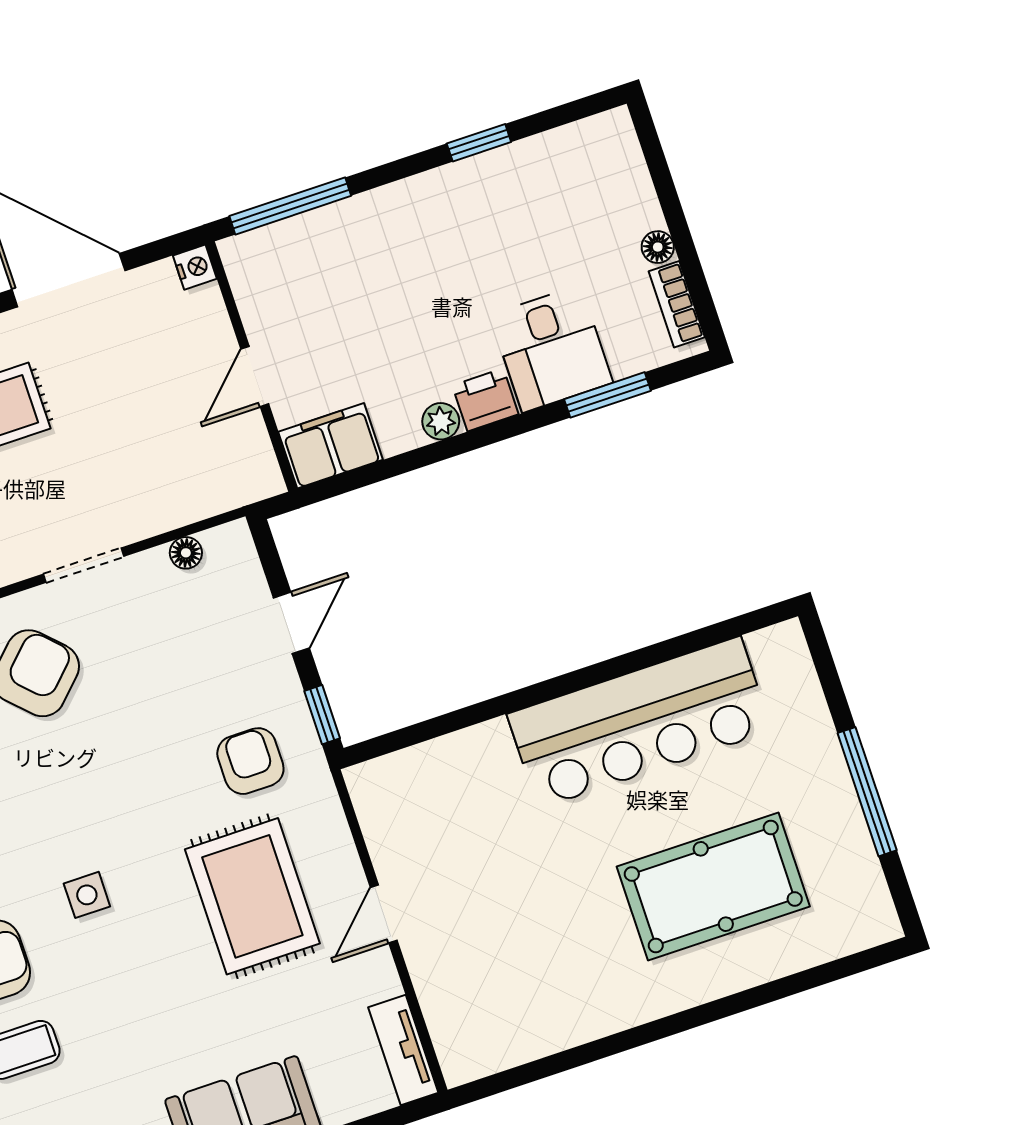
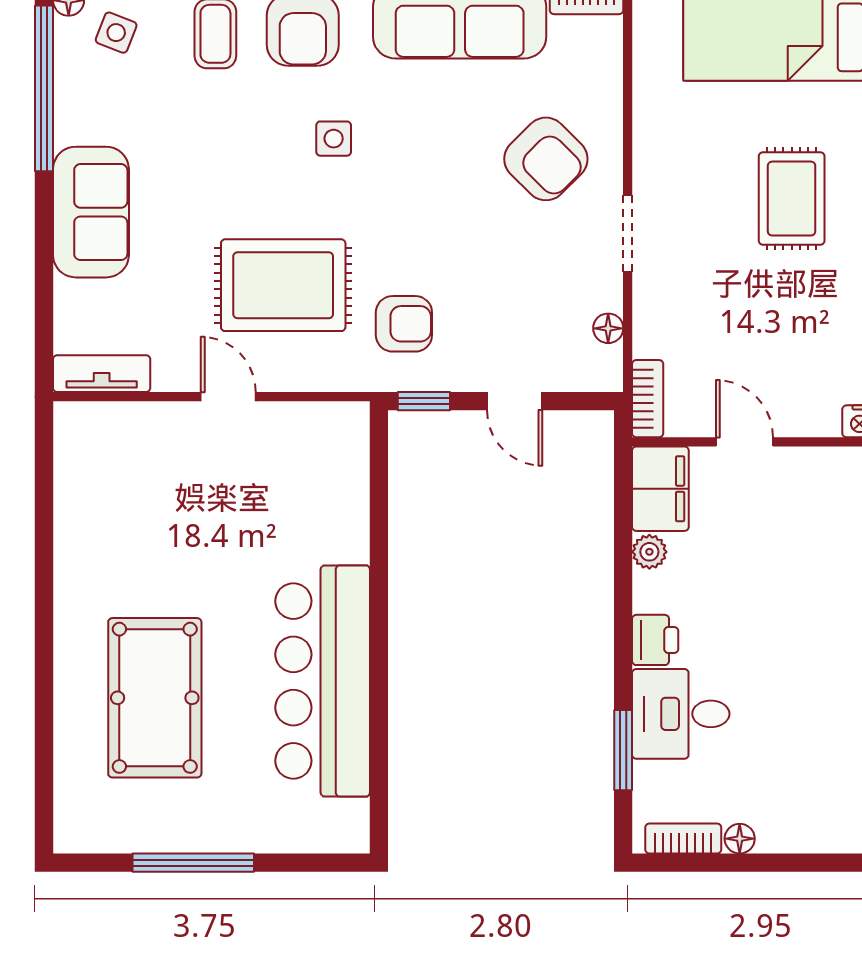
plant: (441, 421) -> (649, 552), moved
bookcase: (244, 489) -> (648, 399), added

